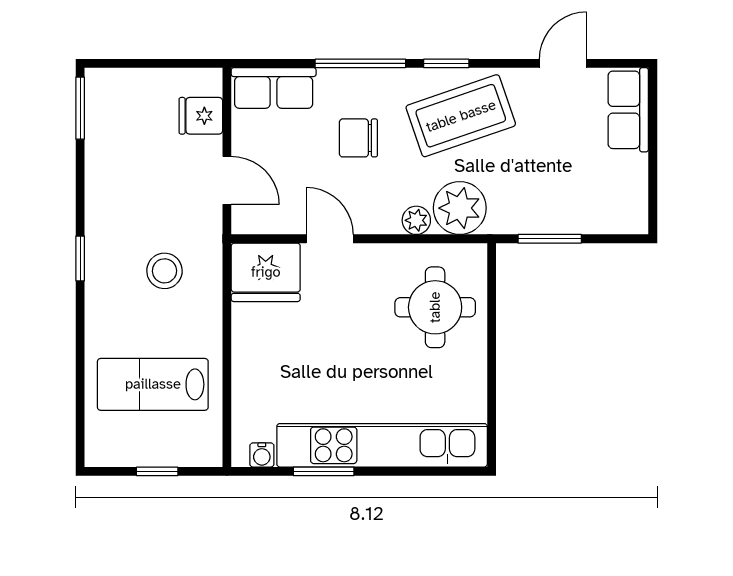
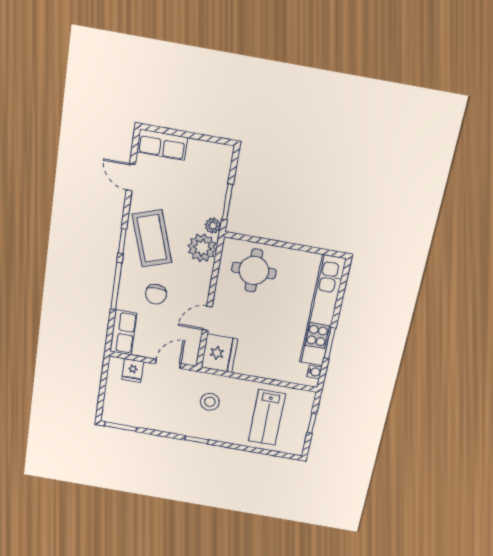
plant: (416, 220) -> (213, 226), moved

